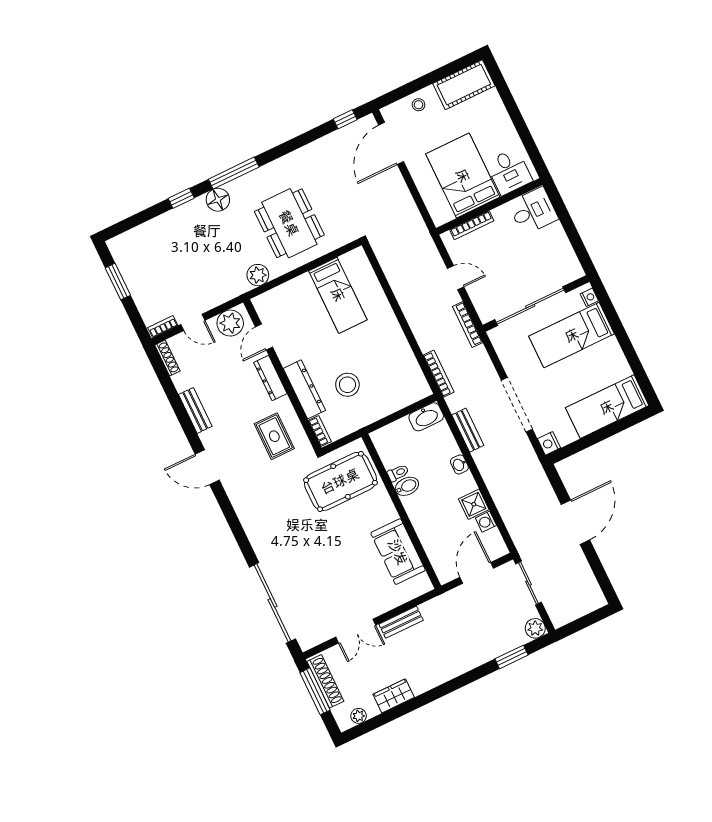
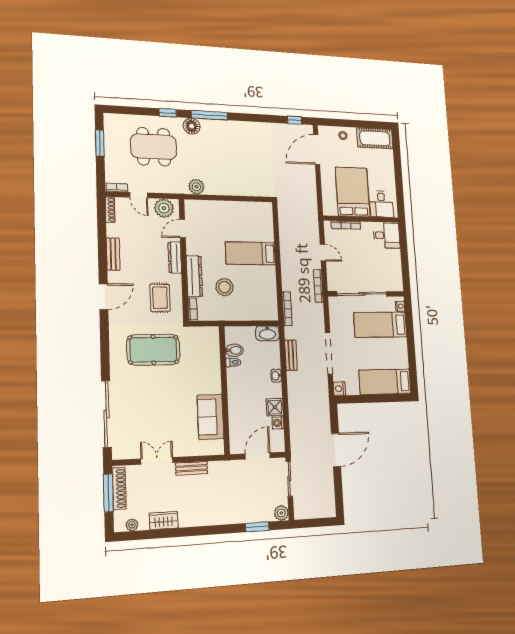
dining table: (289, 223) -> (154, 147), moved, turned 90
bed: (338, 295) -> (250, 253), moved, turned 90
door: (207, 467) -> (104, 297), swing flipped
pool table: (340, 481) -> (153, 350), moved
bidet: (407, 486) -> (234, 350), moved
double door: (356, 631) -> (157, 461), swing flipped

